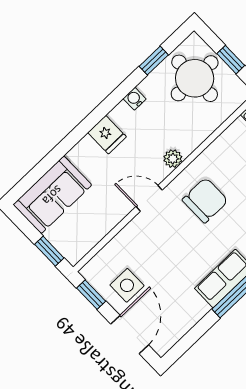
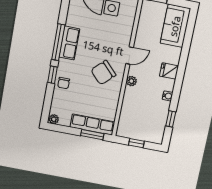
round table: (195, 78) -> (147, 124), removed
chair: (205, 200) -> (103, 73), turned 46

